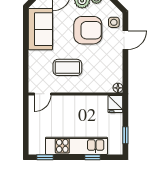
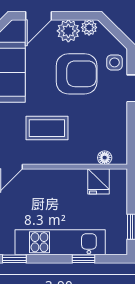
floor lamp: (118, 88) -> (105, 158), moved
fridge: (115, 104) -> (98, 181), moved

